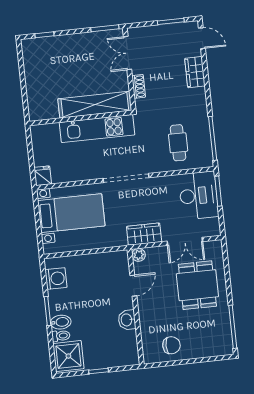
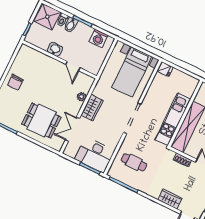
door: (133, 286) -> (73, 66), moved
wall: (136, 307) -> (59, 59), moved
washbasin: (127, 320) -> (55, 49), moved

